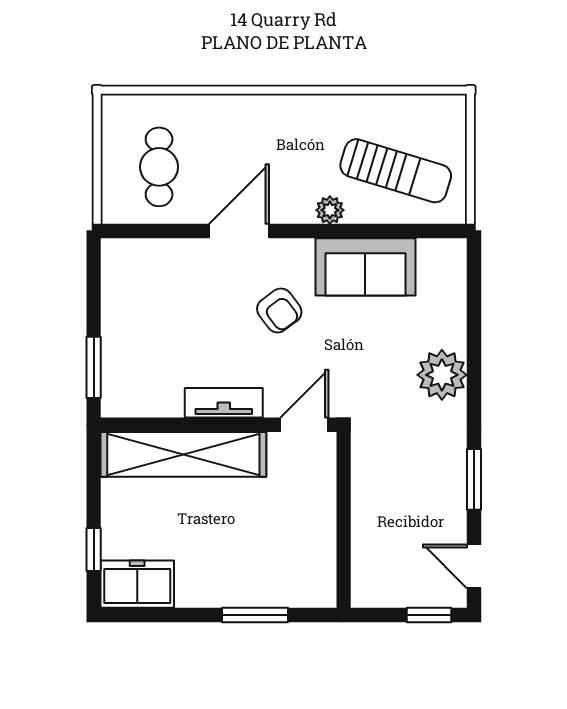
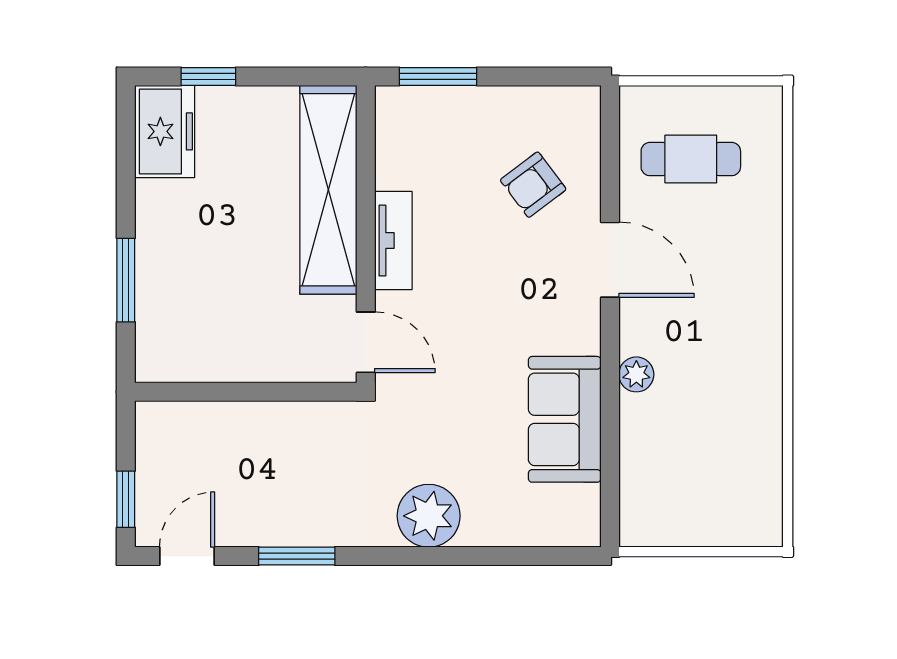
sun lounger: (396, 171) -> (686, 457), removed
armchair: (279, 310) -> (533, 185), moved

